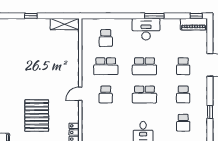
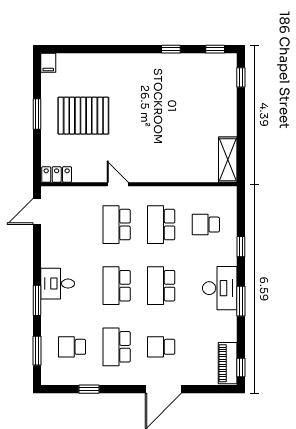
window: (31, 16) -> (241, 77), moved
window: (120, 16) -> (241, 247), added
school desk: (106, 94) -> (117, 225), width x1.85
school desk: (183, 94) -> (117, 347), width x1.85

